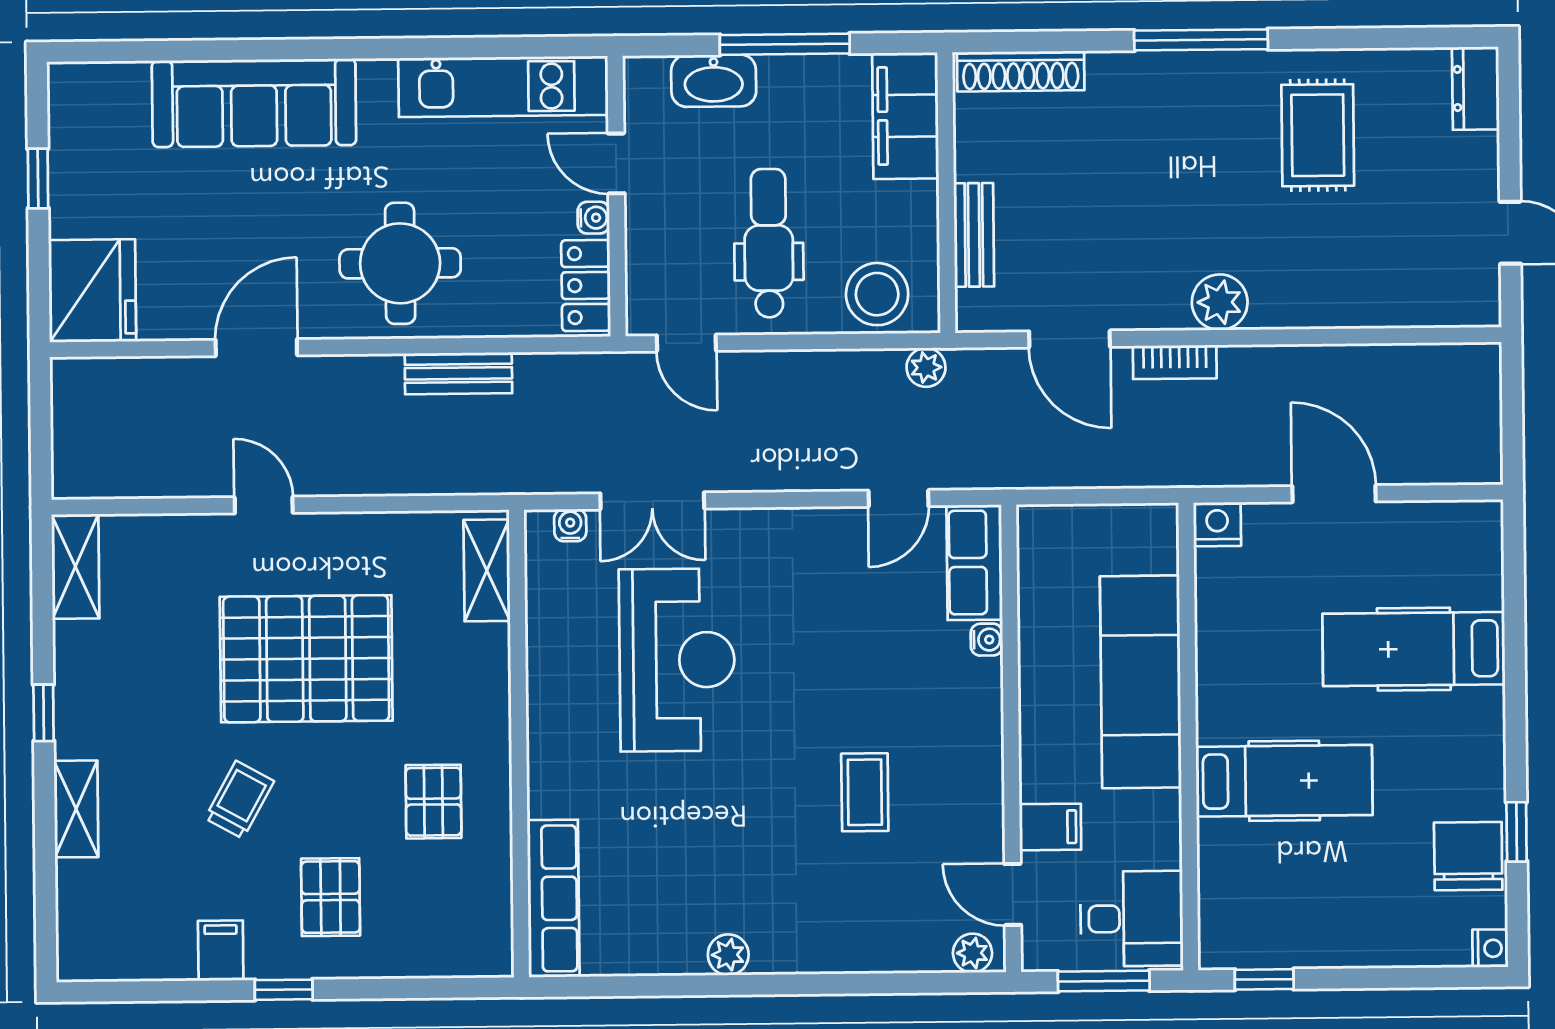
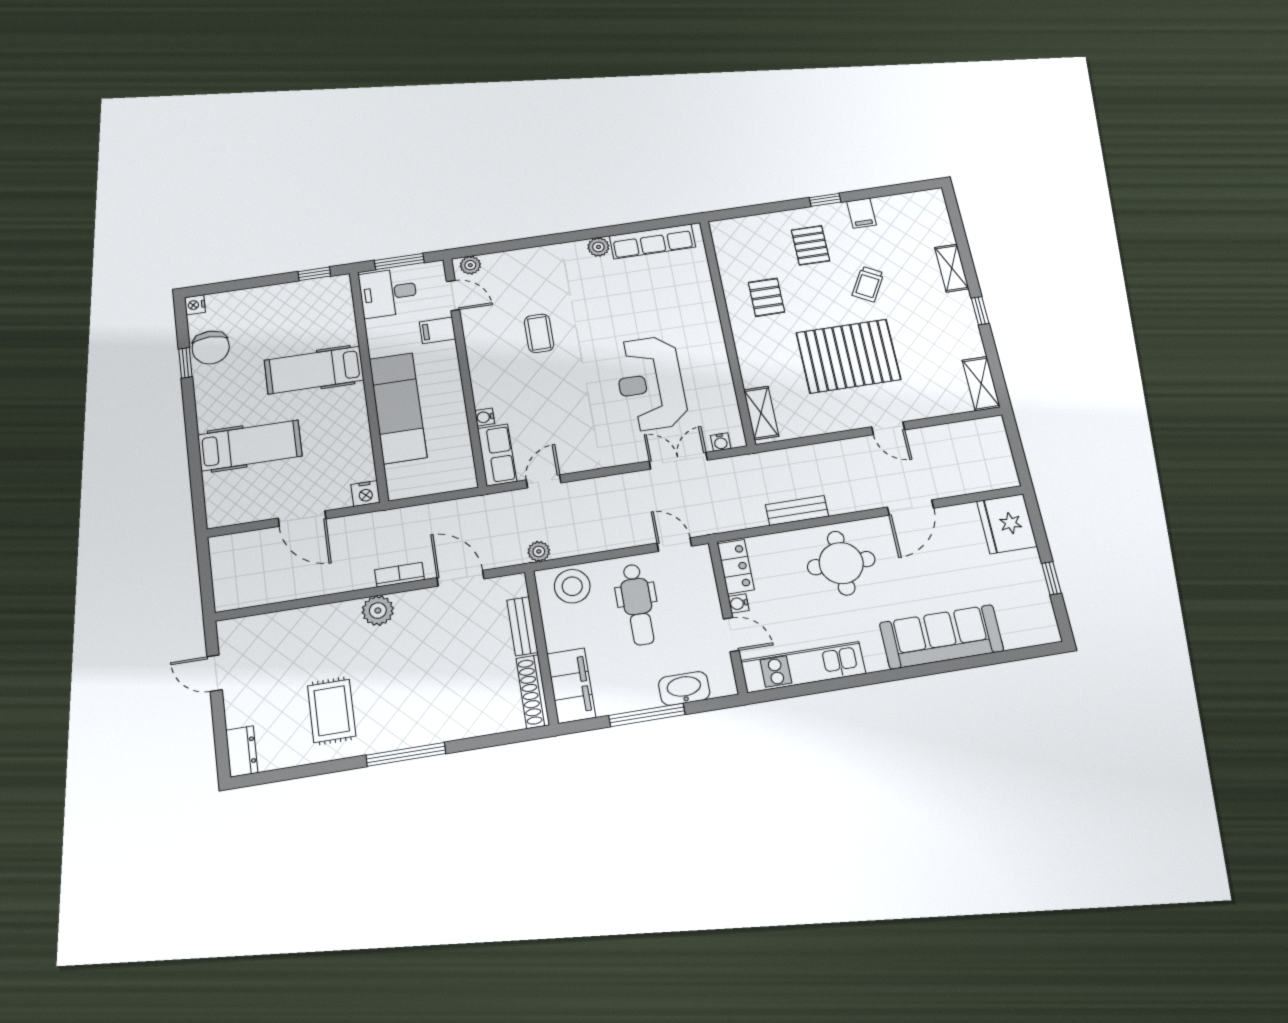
shoe rack: (1021, 71) -> (533, 692), moved, turned -90
row of seats: (553, 898) -> (652, 241), moved, turned -90

